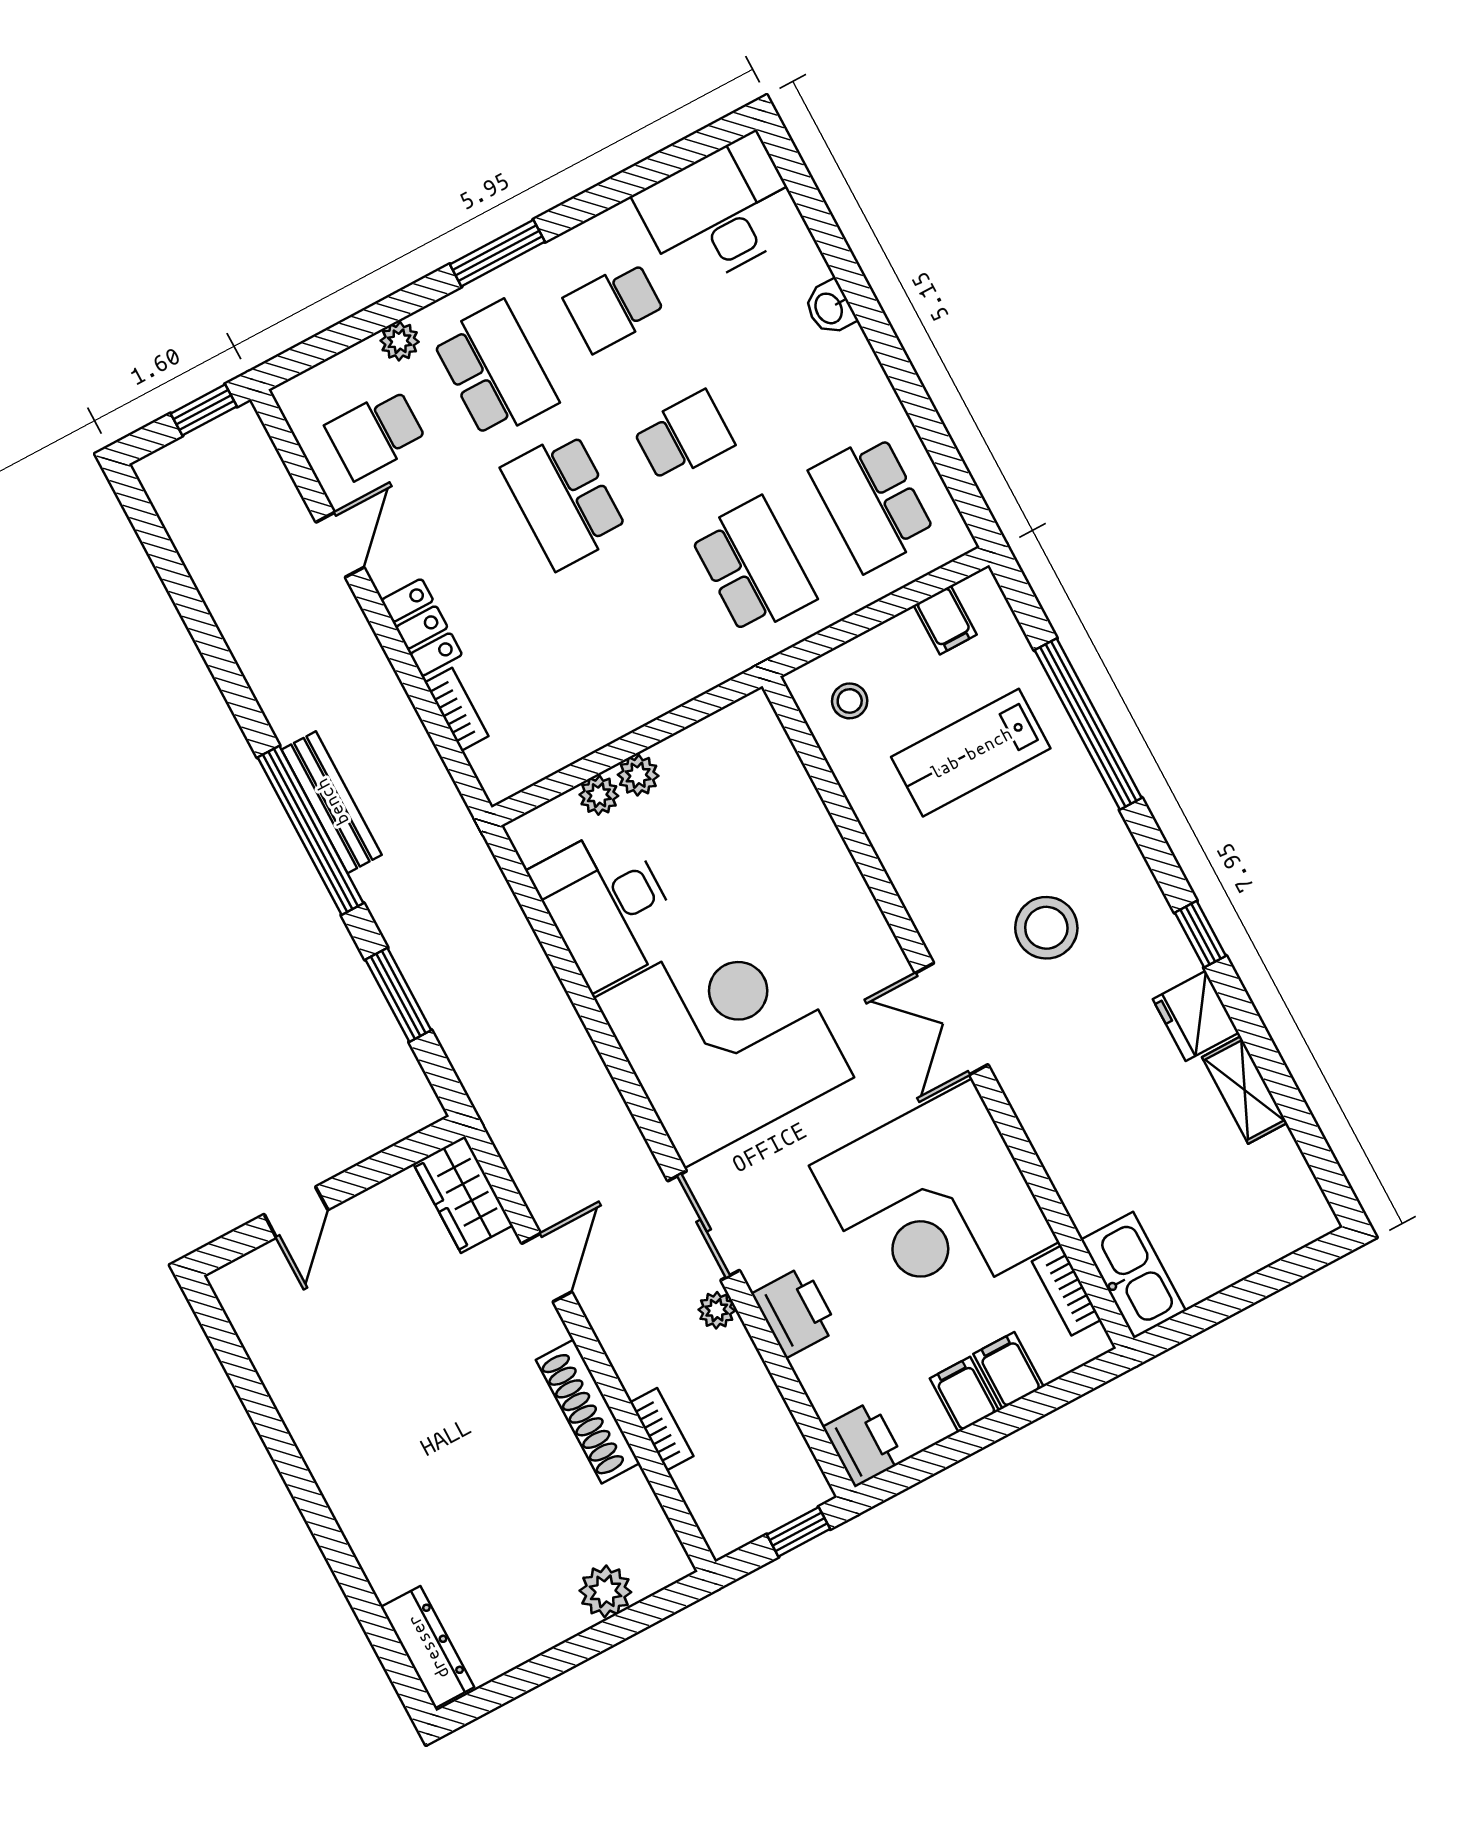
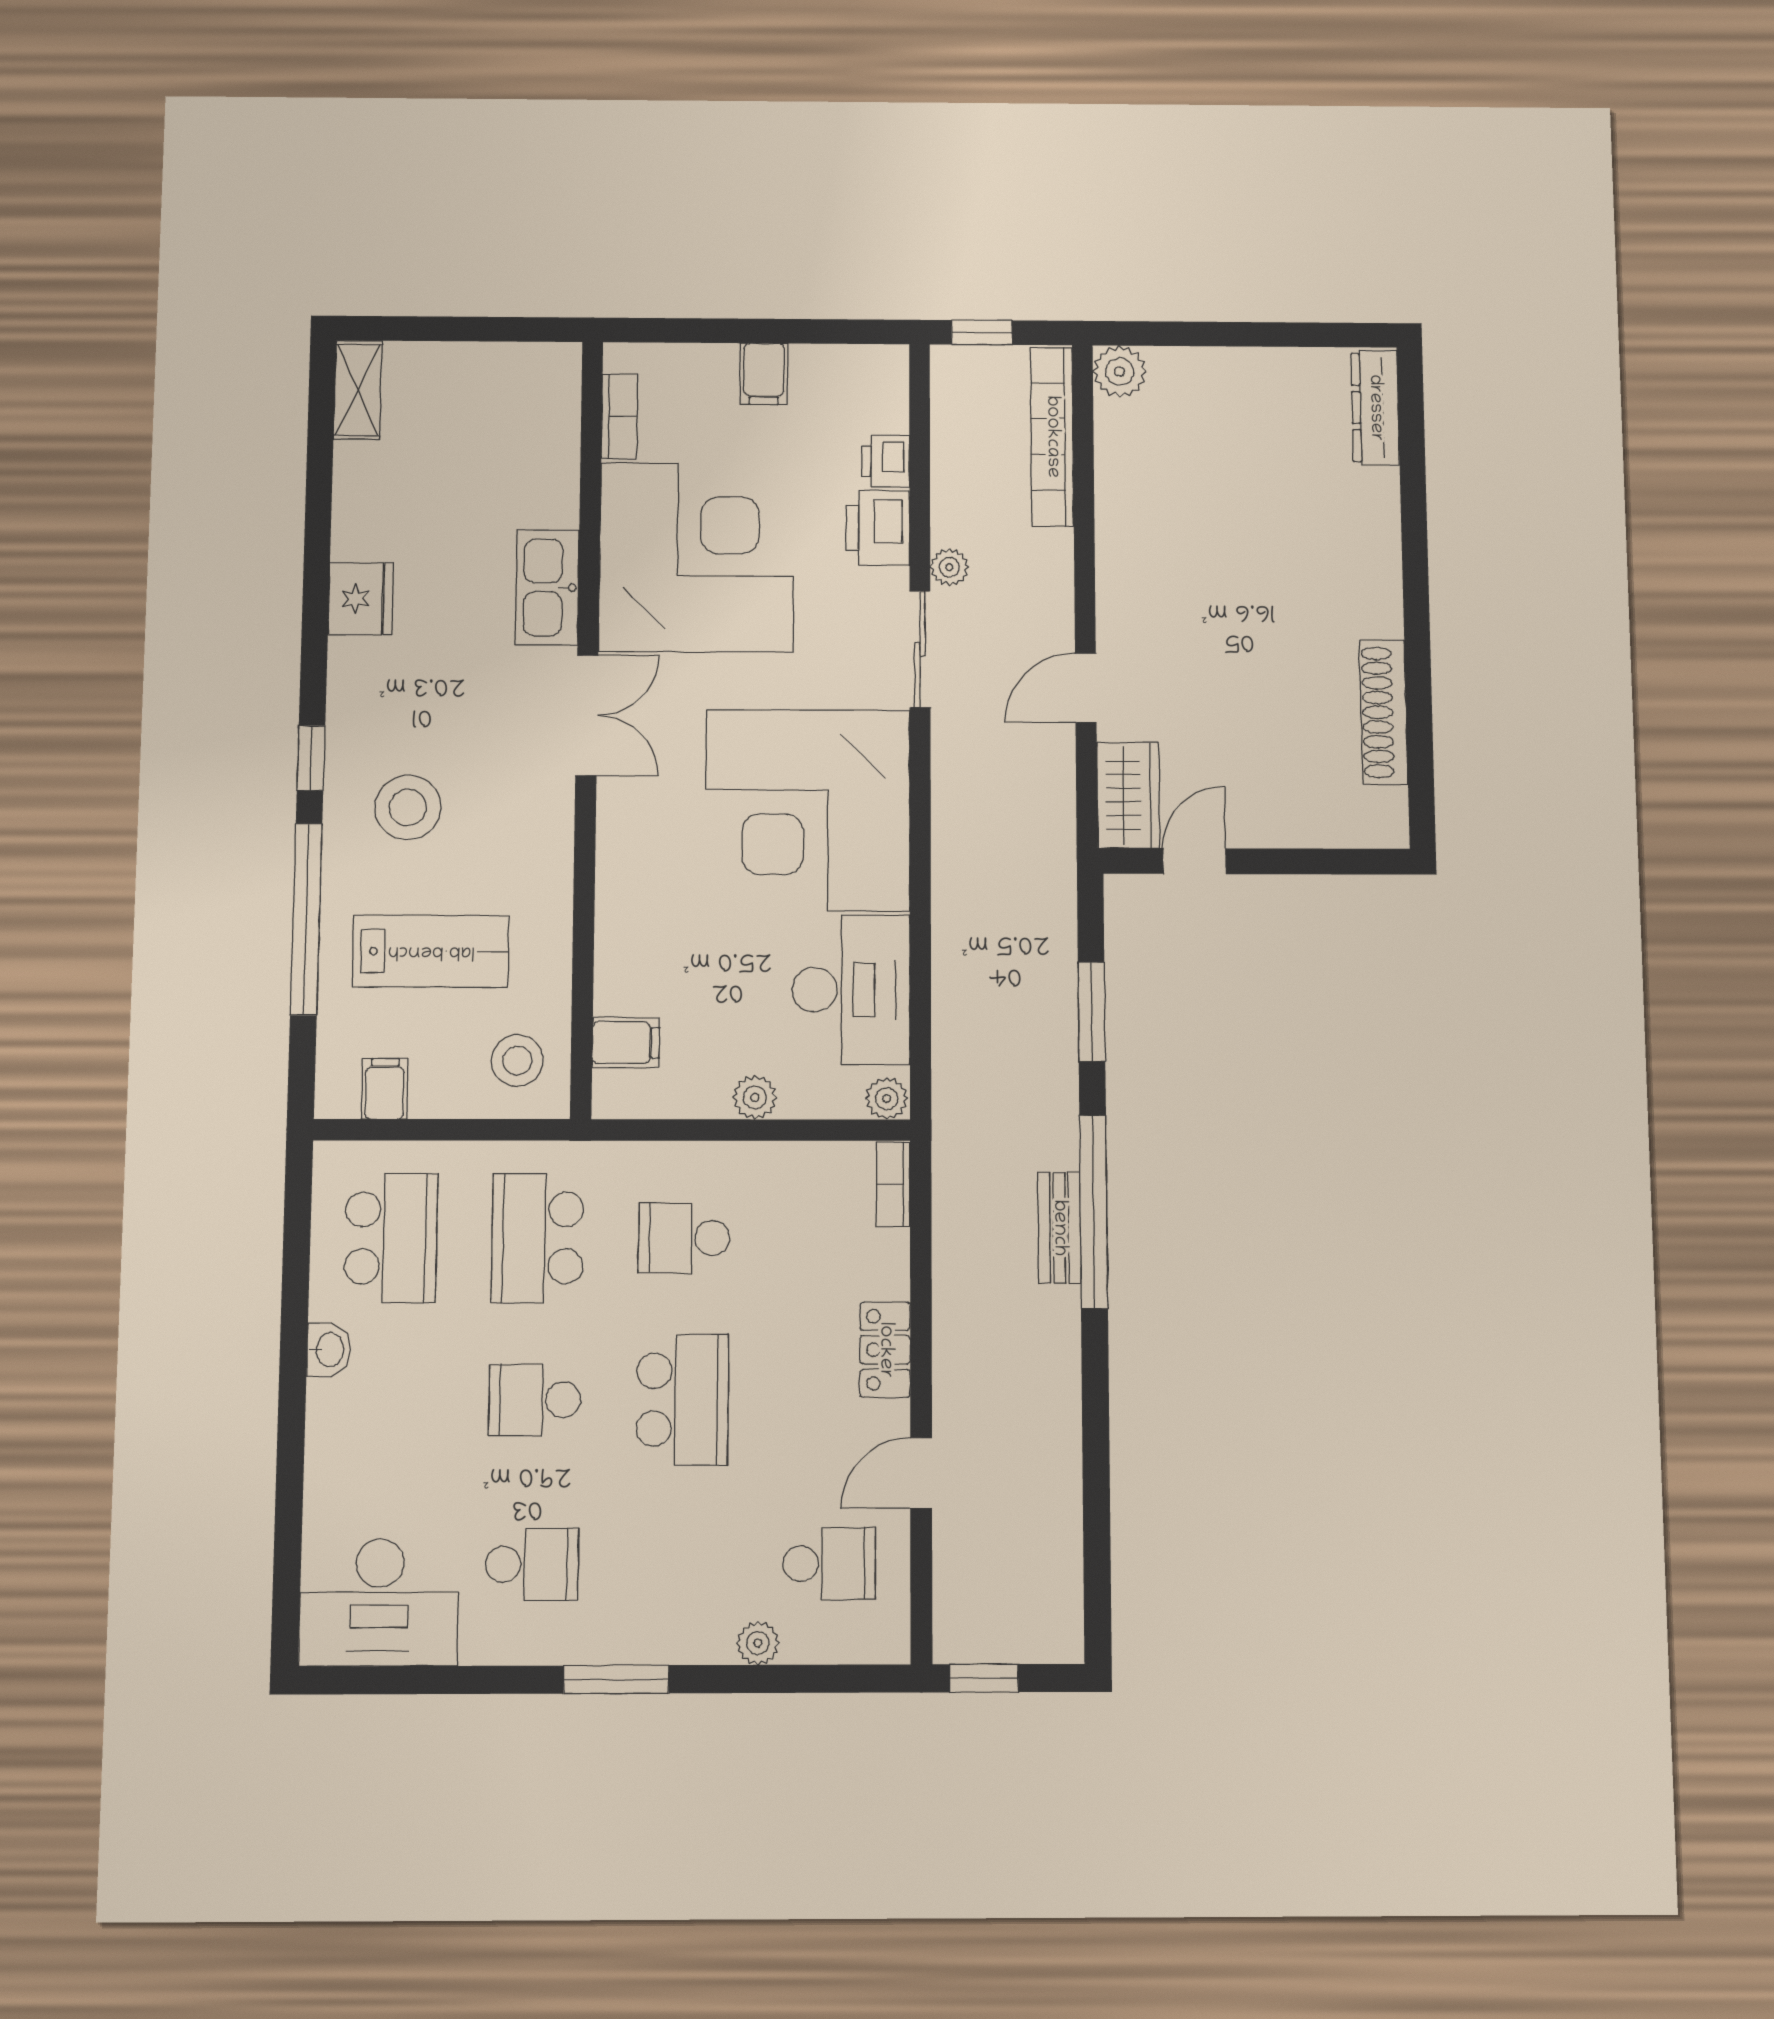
washbasin: (830, 308) -> (329, 1350), moved
school desk: (495, 370) -> (684, 1238), moved, width x0.54
stool: (850, 701) -> (517, 1061), width x1.37, depth x1.37
bookcase: (457, 709) -> (893, 1184), moved
plant: (599, 795) -> (887, 1099), moved
bench: (332, 802) -> (1059, 1228), width x0.73
stool: (1046, 928) -> (408, 807), moved
window: (1200, 934) -> (311, 758), moved
shelving: (1245, 1090) -> (358, 390), moved
door: (296, 1212) -> (1194, 861), moved
kitchen sink: (1133, 1275) -> (547, 587), moved
filing cabinet: (1009, 1370) -> (626, 1043), moved, turned -90
shoe rack: (588, 1411) -> (1384, 712), moved, turned 180
bookcase: (662, 1429) -> (1052, 437), width x2.31, depth x1.31
printer: (864, 1444) -> (886, 461), moved, width x0.73, depth x0.81
plant: (605, 1591) -> (1120, 372), moved

